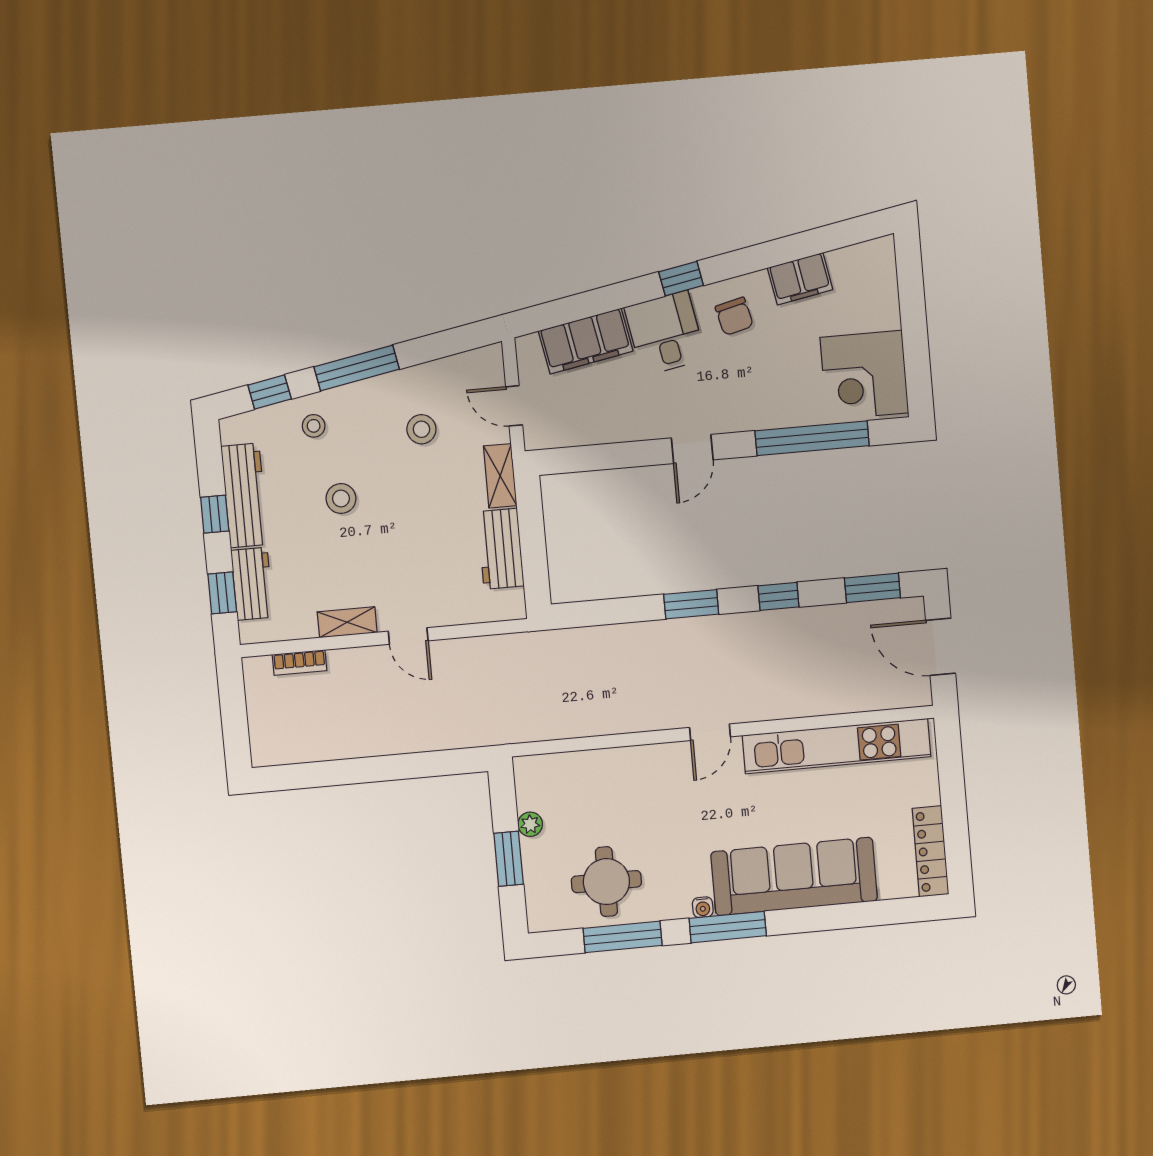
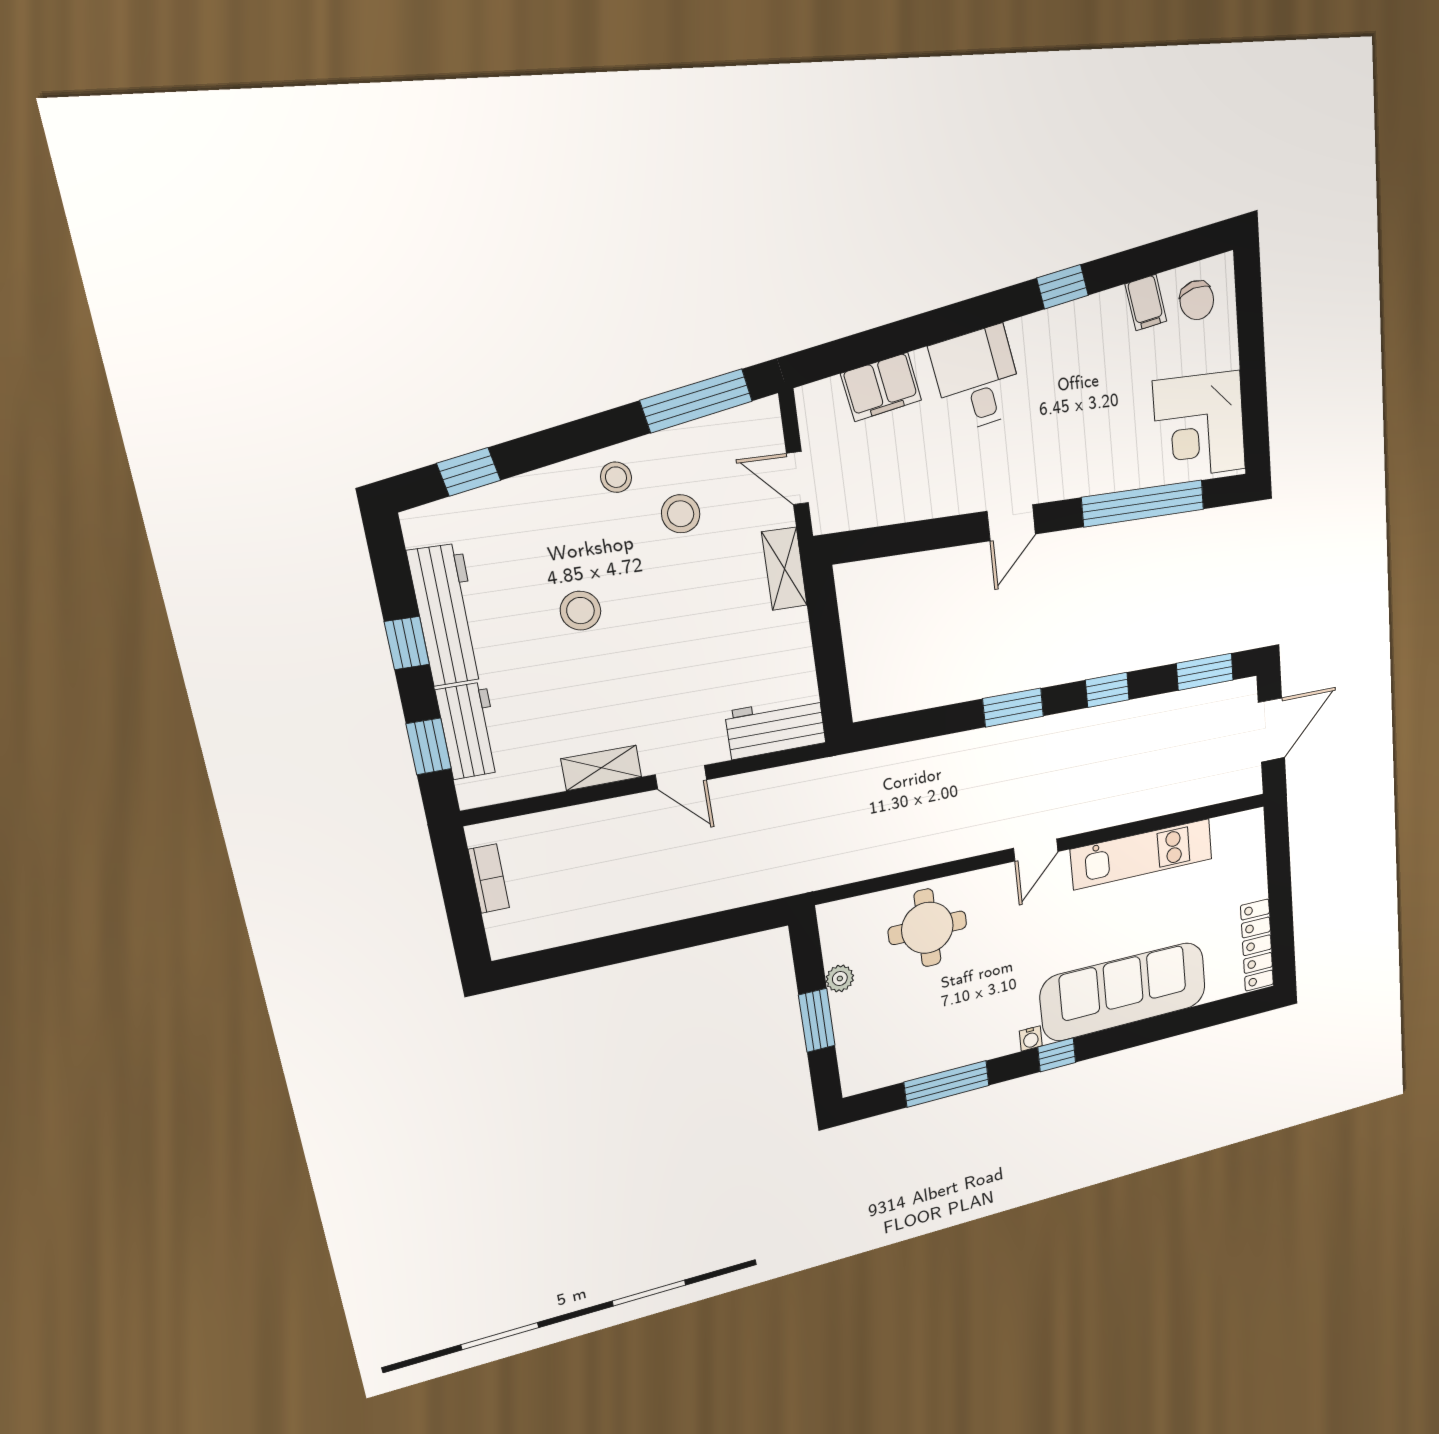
window: (681, 279) -> (1063, 287), moved
filing cabinet: (800, 279) -> (1146, 303), width x0.50
chair: (734, 316) -> (1197, 300), moved
filing cabinet: (586, 341) -> (881, 387), width x0.67, depth x0.86
window: (357, 368) -> (696, 401), moved
stool: (314, 426) -> (616, 477), moved
workbench: (501, 549) -> (776, 727), moved, turned 90
door: (941, 647) -> (1271, 730), swing flipped
bookcase: (299, 663) -> (489, 879), moved, turned -90
kitchen unit: (837, 746) -> (1142, 854), width x0.73
round table: (606, 882) -> (927, 928), moved
window: (728, 927) -> (1057, 1055), width x0.46

